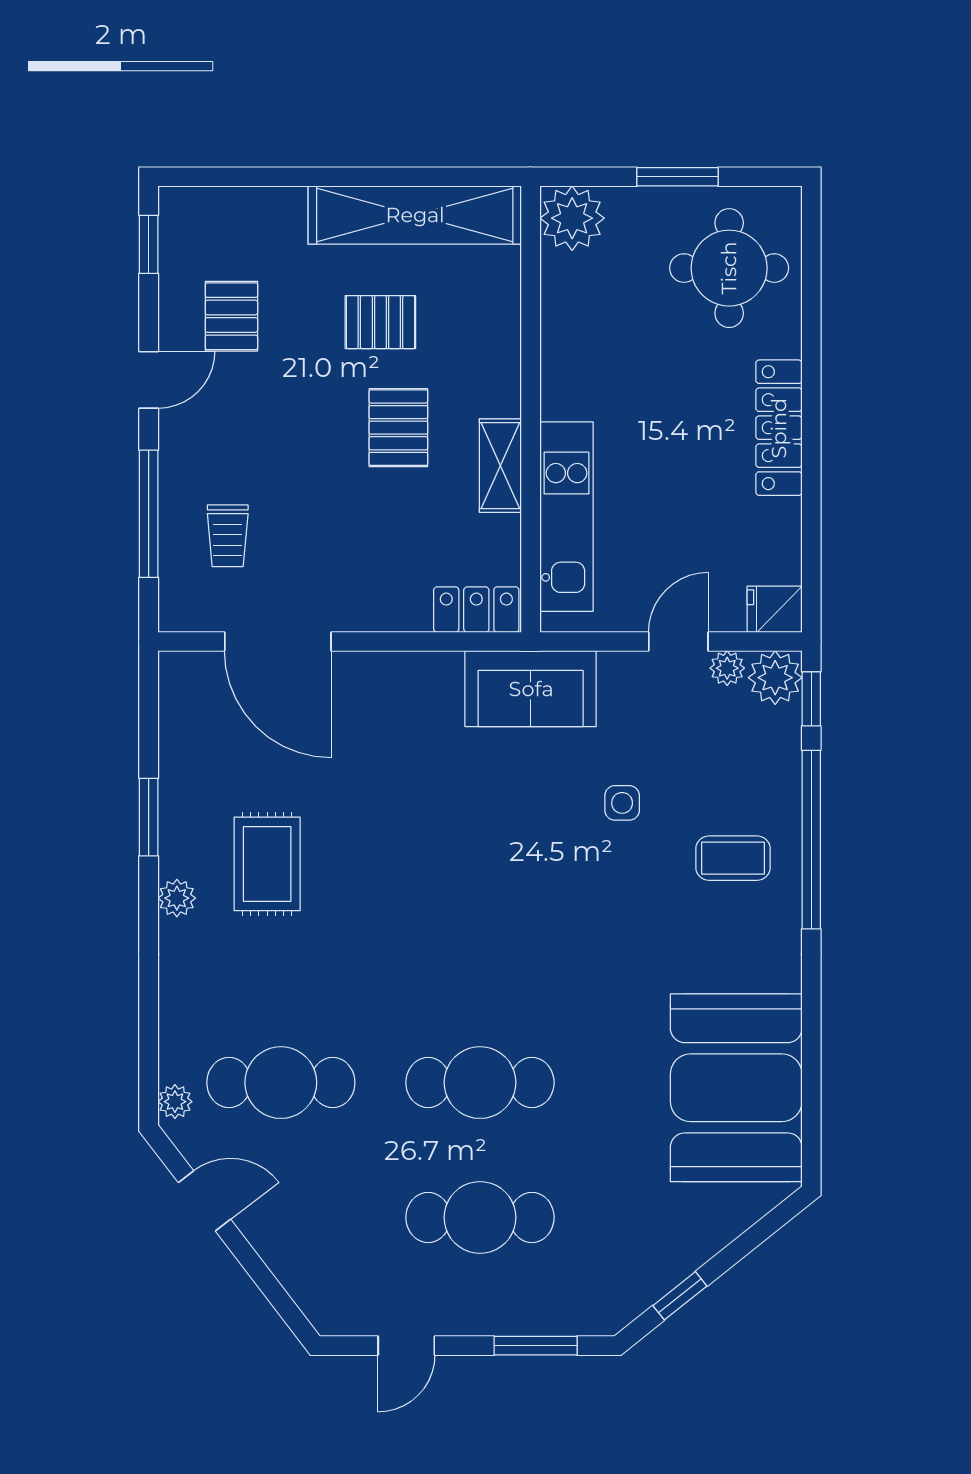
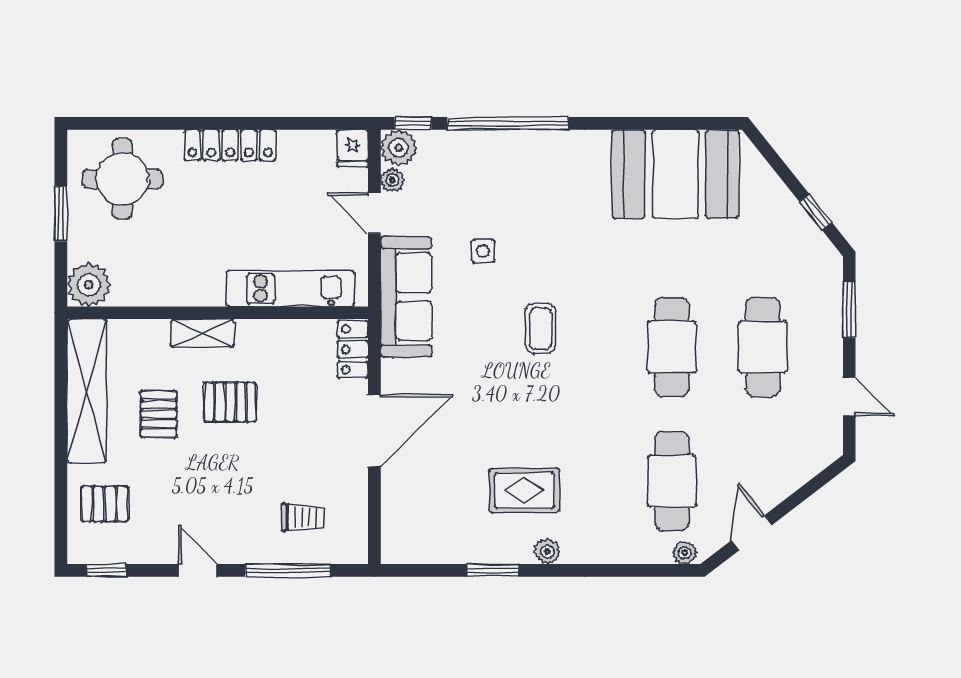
pallet: (231, 316) -> (104, 504), moved
shelving: (500, 466) -> (202, 333), moved
door: (278, 642) -> (374, 431), moved
sofa: (531, 689) -> (406, 297), width x1.36
coffee table: (733, 858) -> (541, 328), moved

